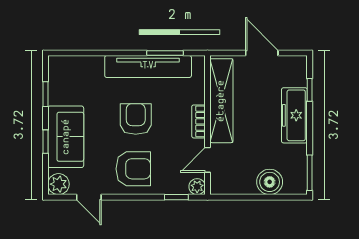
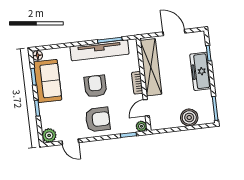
floor lamp: (55, 63) -> (37, 55), added
sofa: (66, 137) -> (48, 81), moved

